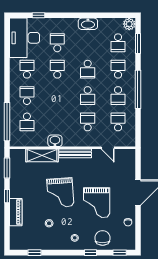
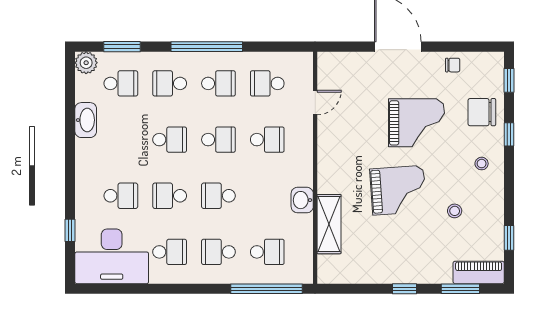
washbasin: (88, 24) -> (86, 120), moved
school desk: (57, 43) -> (121, 196), turned 180
school desk: (27, 69) -> (170, 252), turned 180
school desk: (57, 96) -> (218, 196), added
school desk: (88, 122) -> (267, 140), turned 180
bench: (75, 153) -> (325, 163), removed
window: (7, 168) -> (460, 289), moved
piano: (16, 212) -> (479, 272), moved

